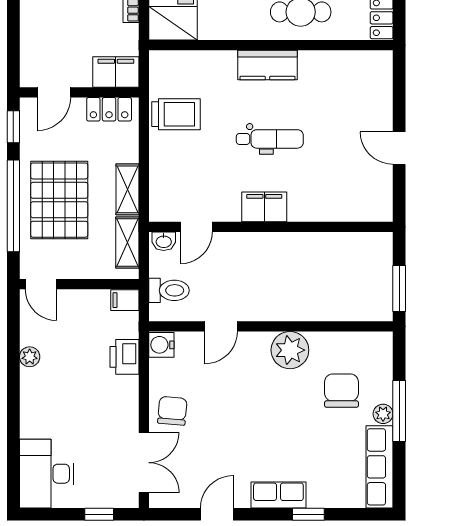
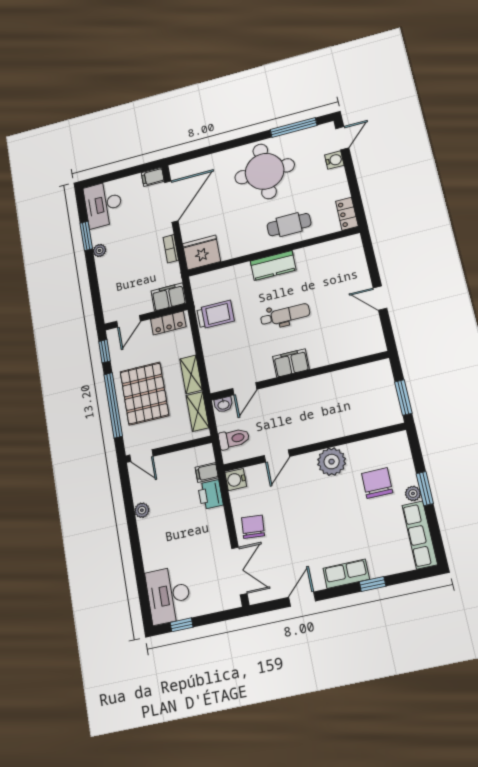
filing cabinet: (125, 300) -> (207, 472), moved
window: (399, 411) -> (425, 489), width x0.69
window: (99, 514) -> (182, 625), moved

